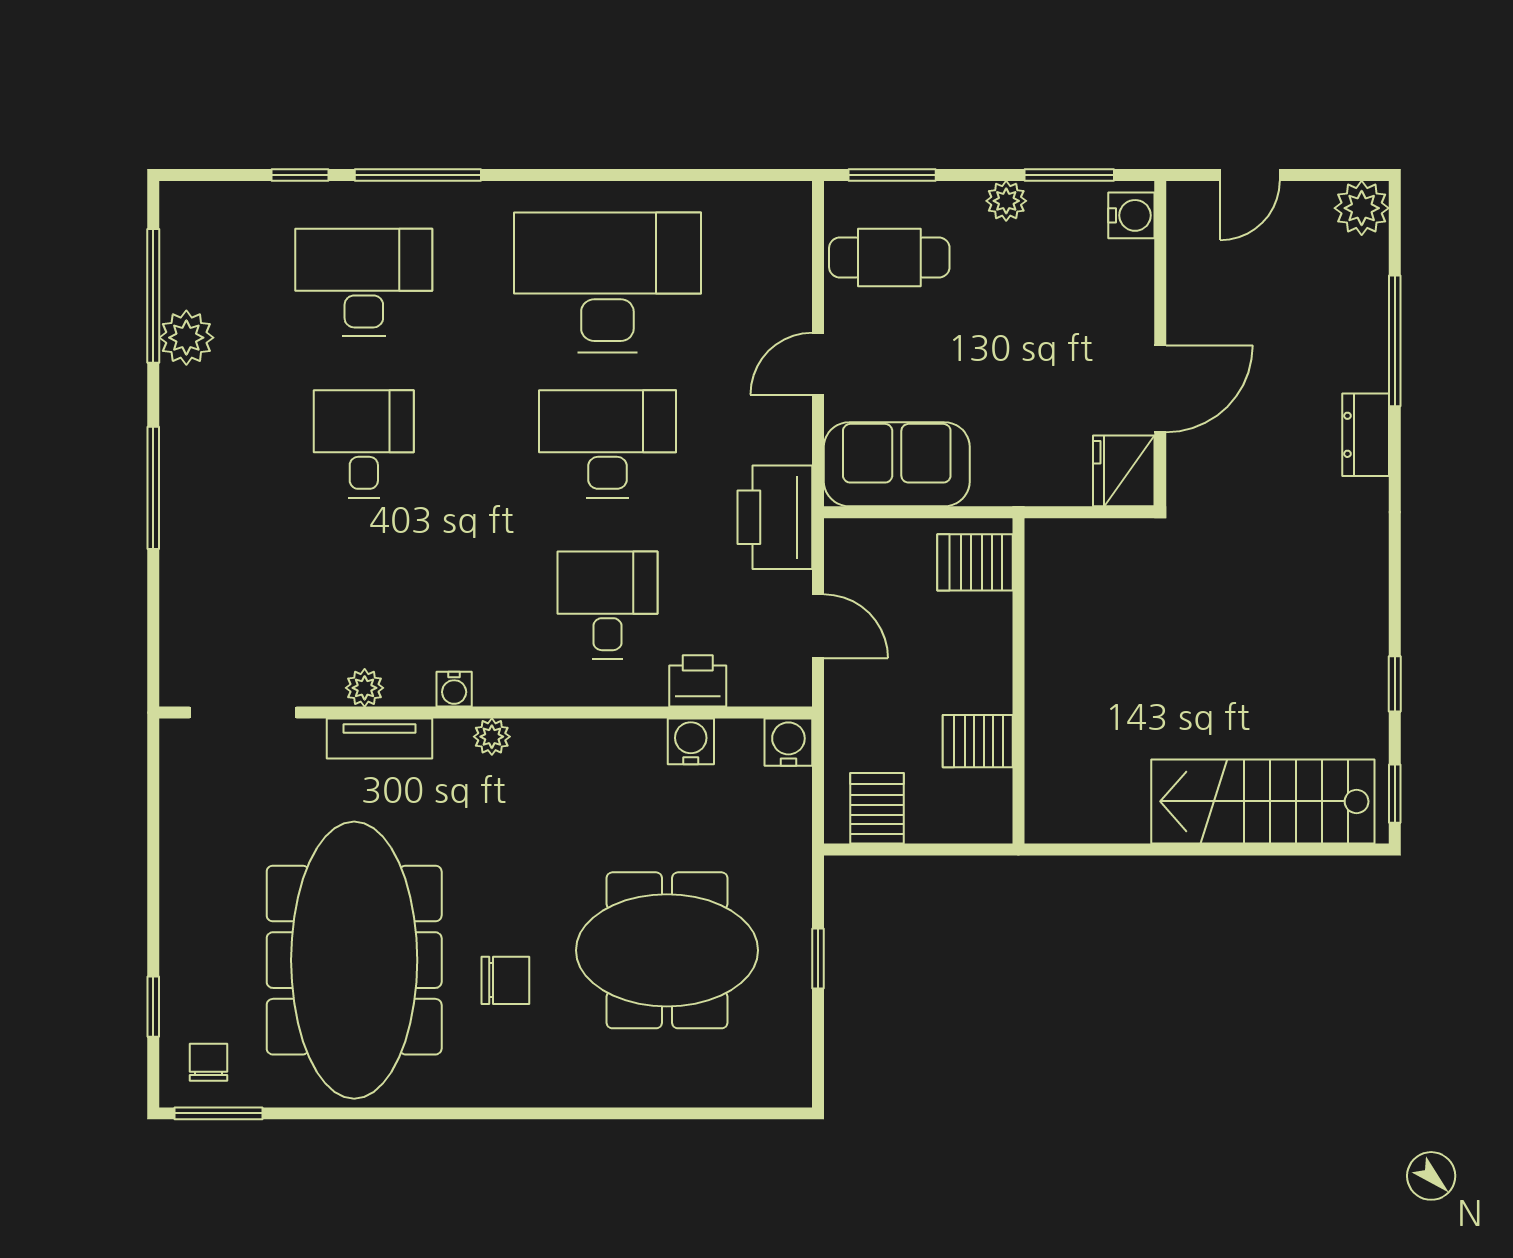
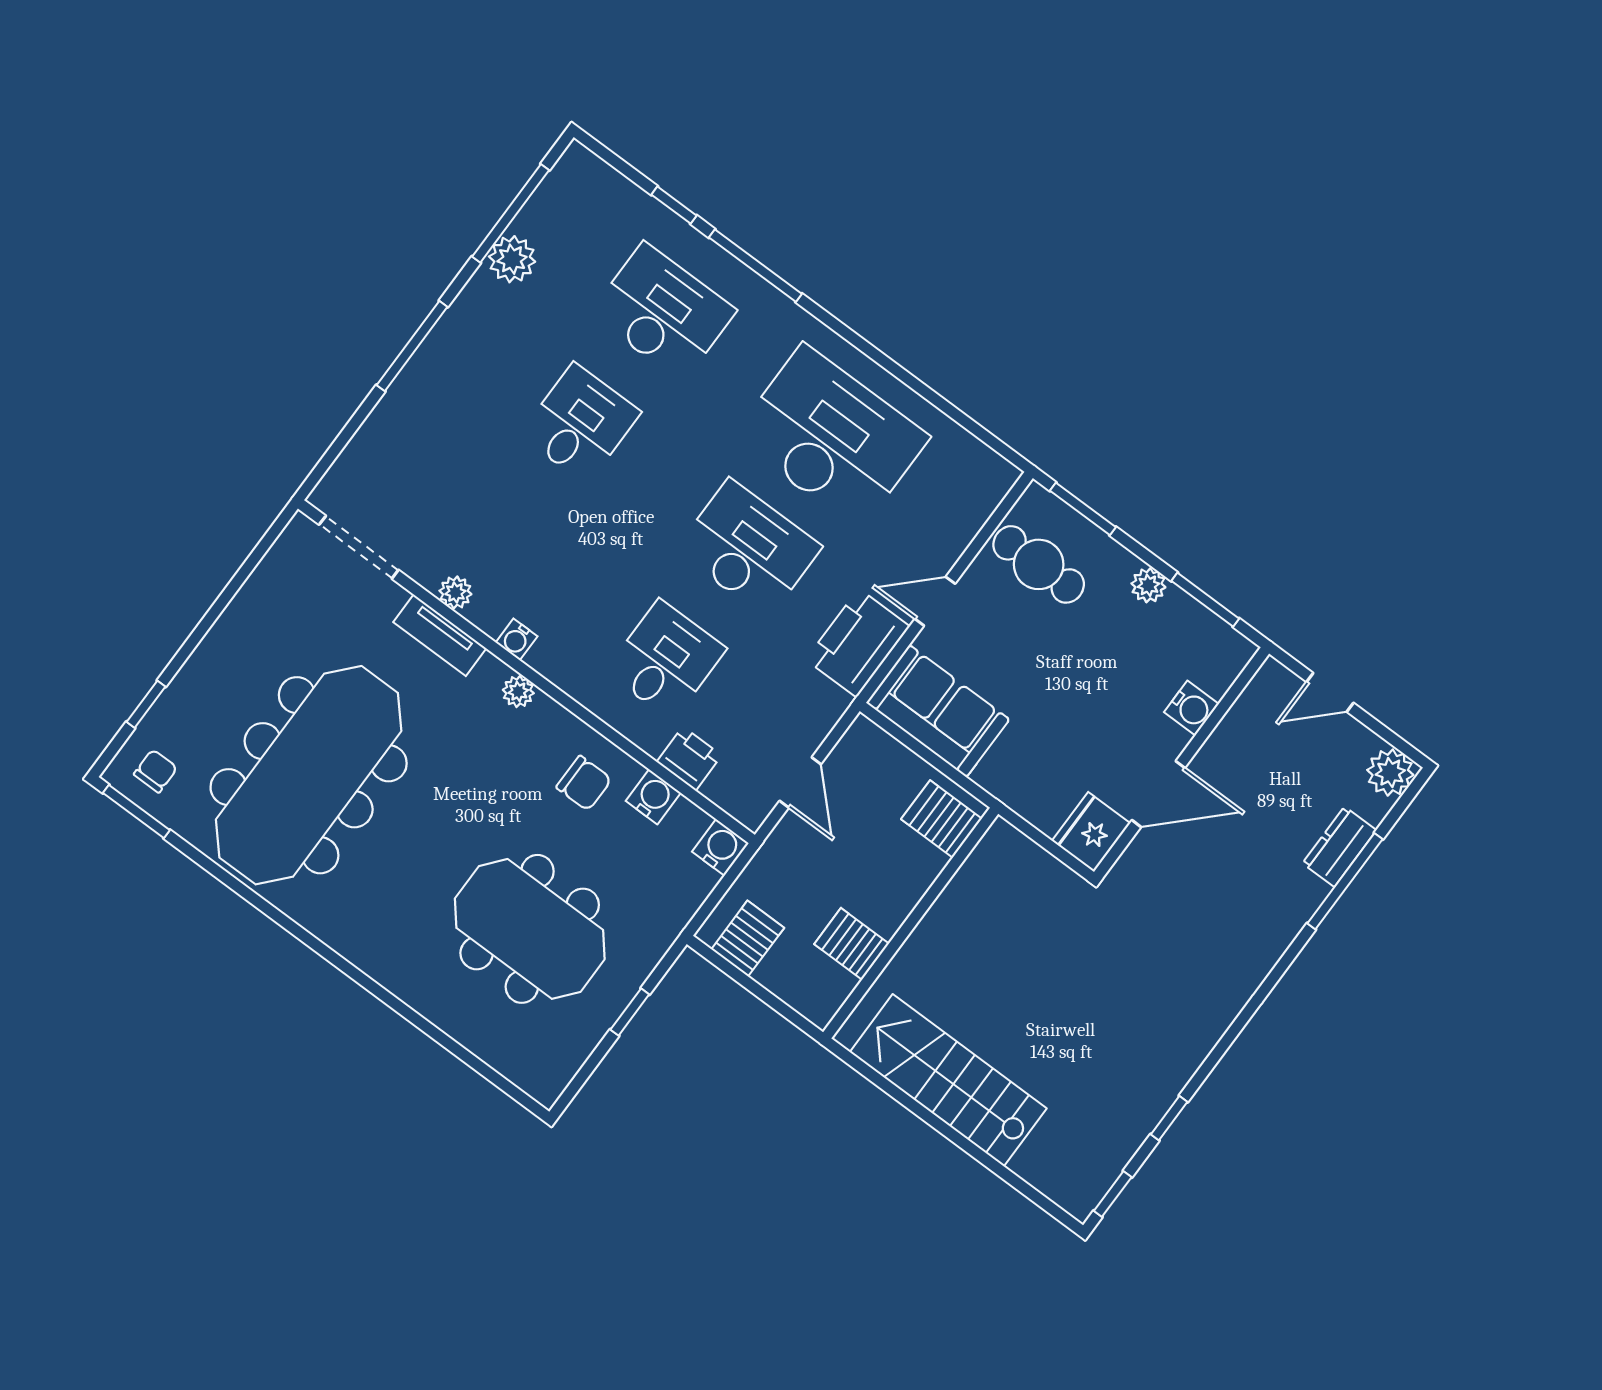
water cooler: (1131, 215) -> (1191, 708), moved
dresser: (1366, 435) -> (1339, 847), moved
printer: (775, 517) -> (858, 643), moved
stairs: (1263, 801) -> (948, 1080), moved
chair: (505, 980) -> (584, 783), moved

